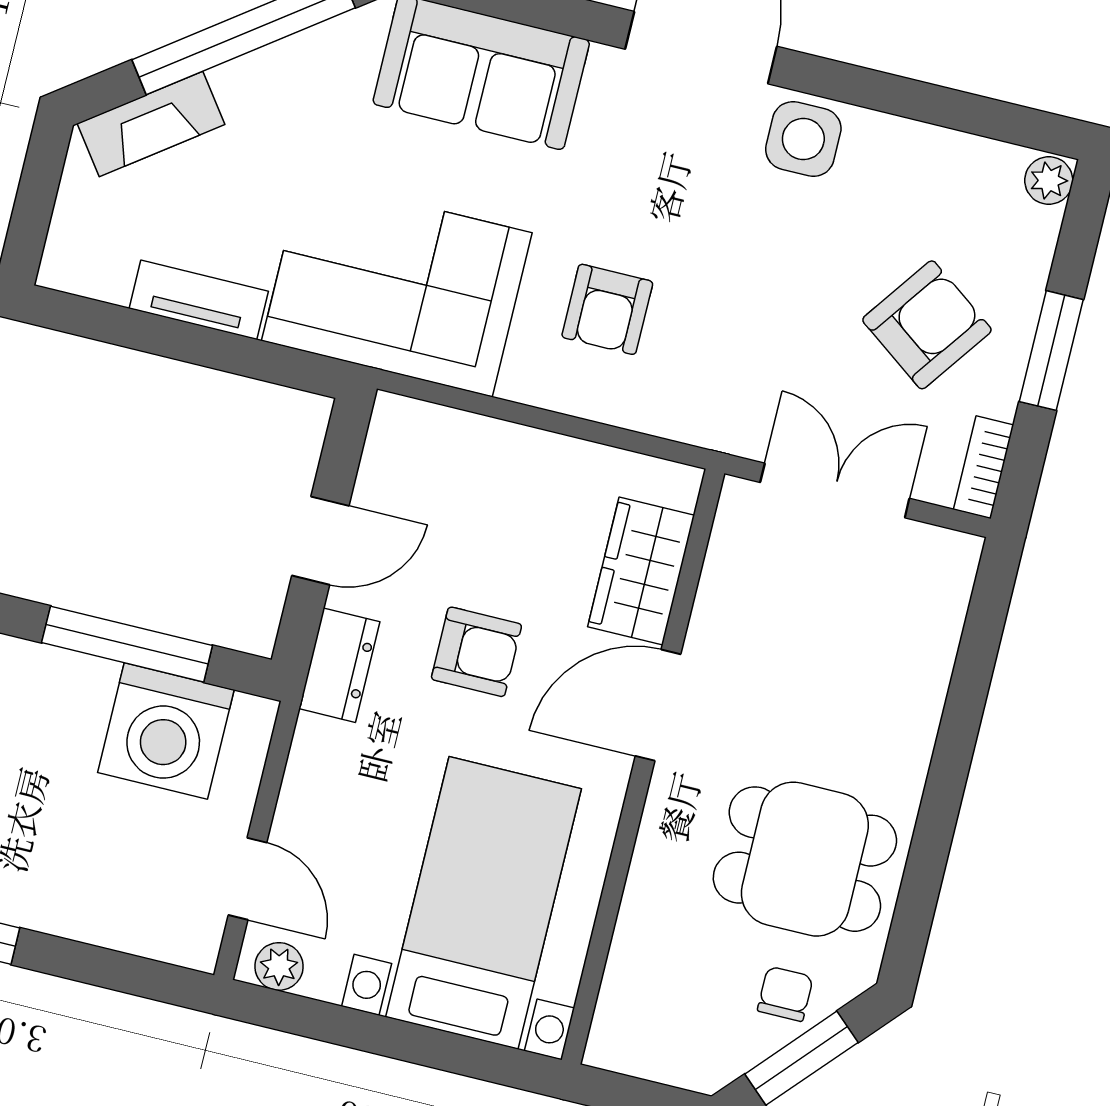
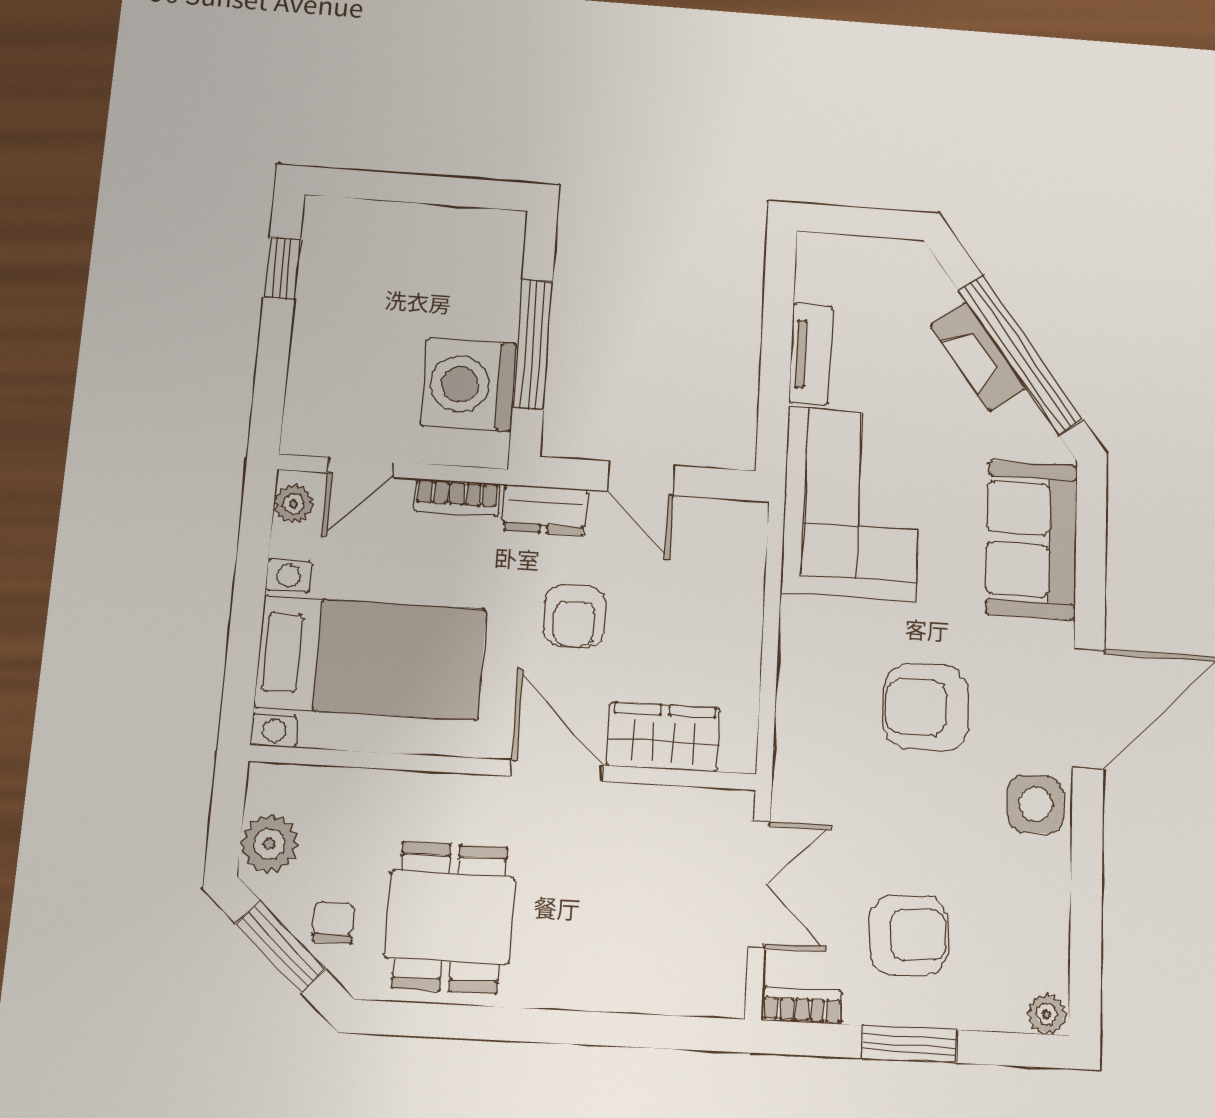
fireplace: (151, 124) -> (978, 356), moved
armchair: (607, 309) -> (926, 707), moved, width x1.38, depth x1.38
armchair: (927, 325) -> (909, 935), turned -39
bookcase: (305, 769) -> (457, 497), added
chair: (785, 994) -> (333, 922), turned -90
plant: (681, 1054) -> (270, 844), added

